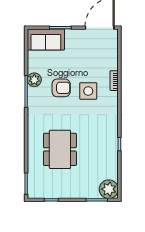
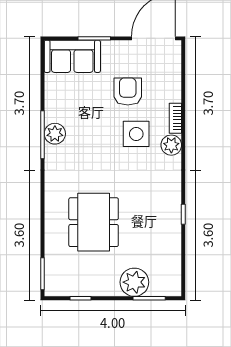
plant: (34, 80) -> (55, 134), moved
armchair: (61, 88) -> (128, 91), moved, turned -90
plant: (111, 98) -> (171, 145), added
plant: (109, 189) -> (134, 282), moved

